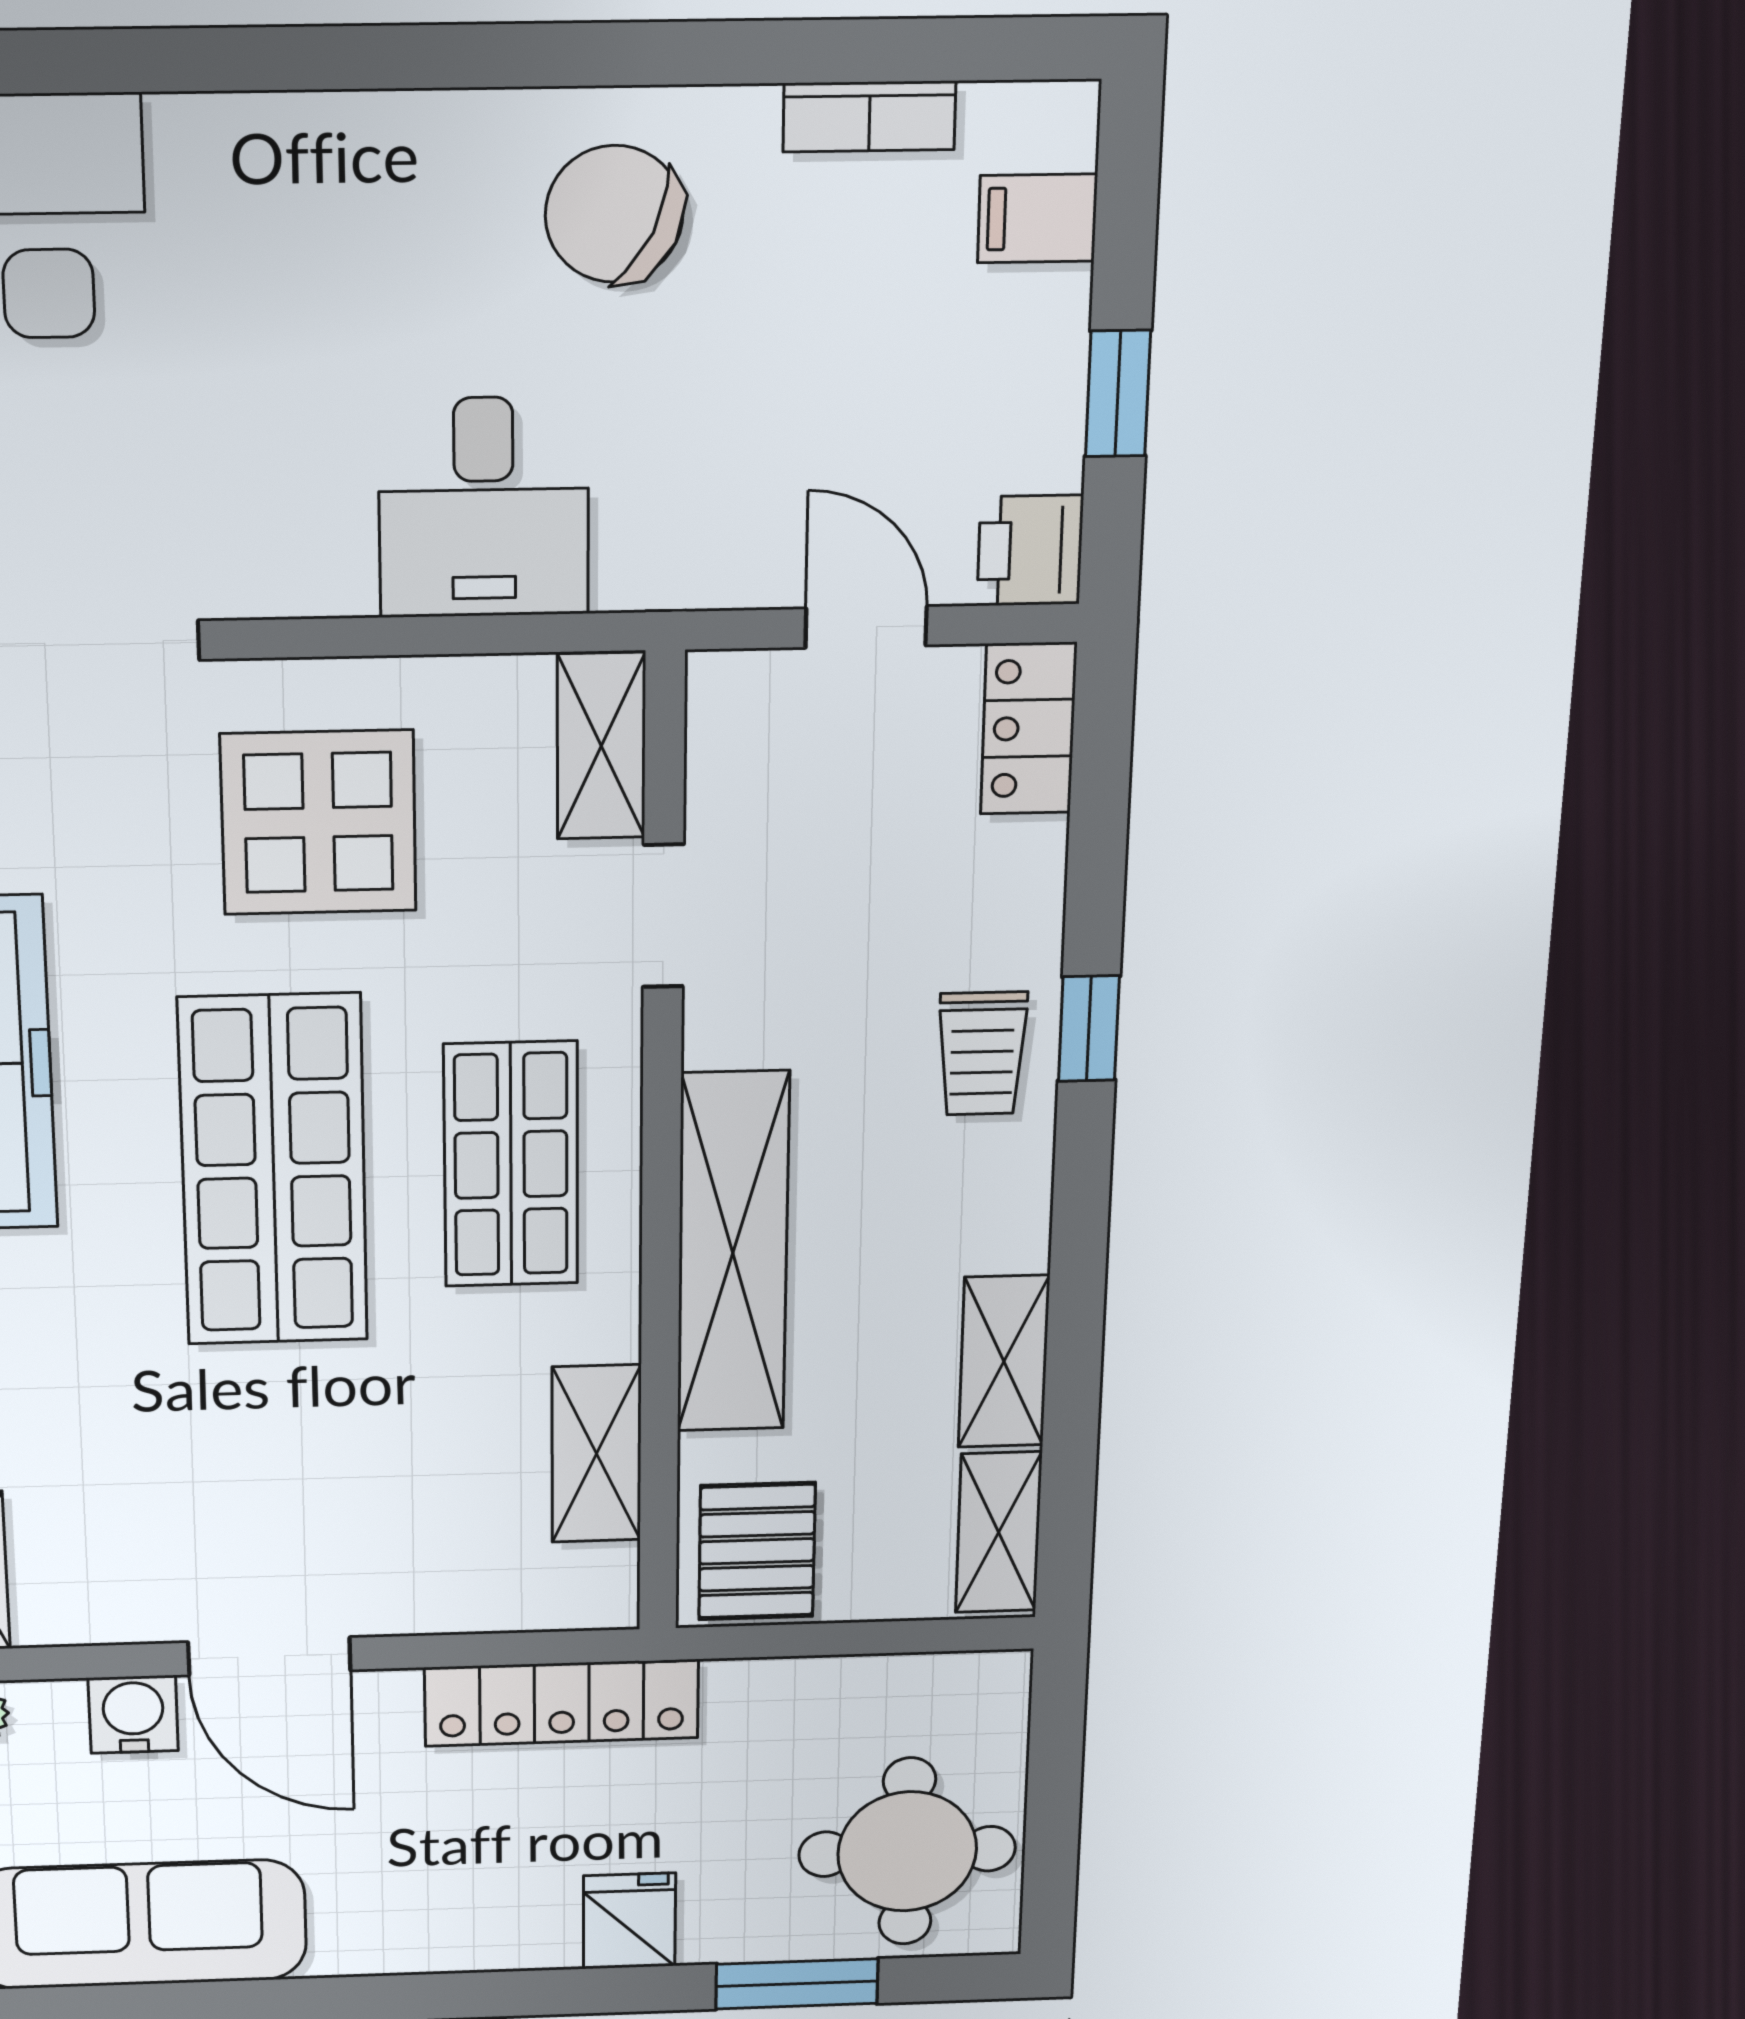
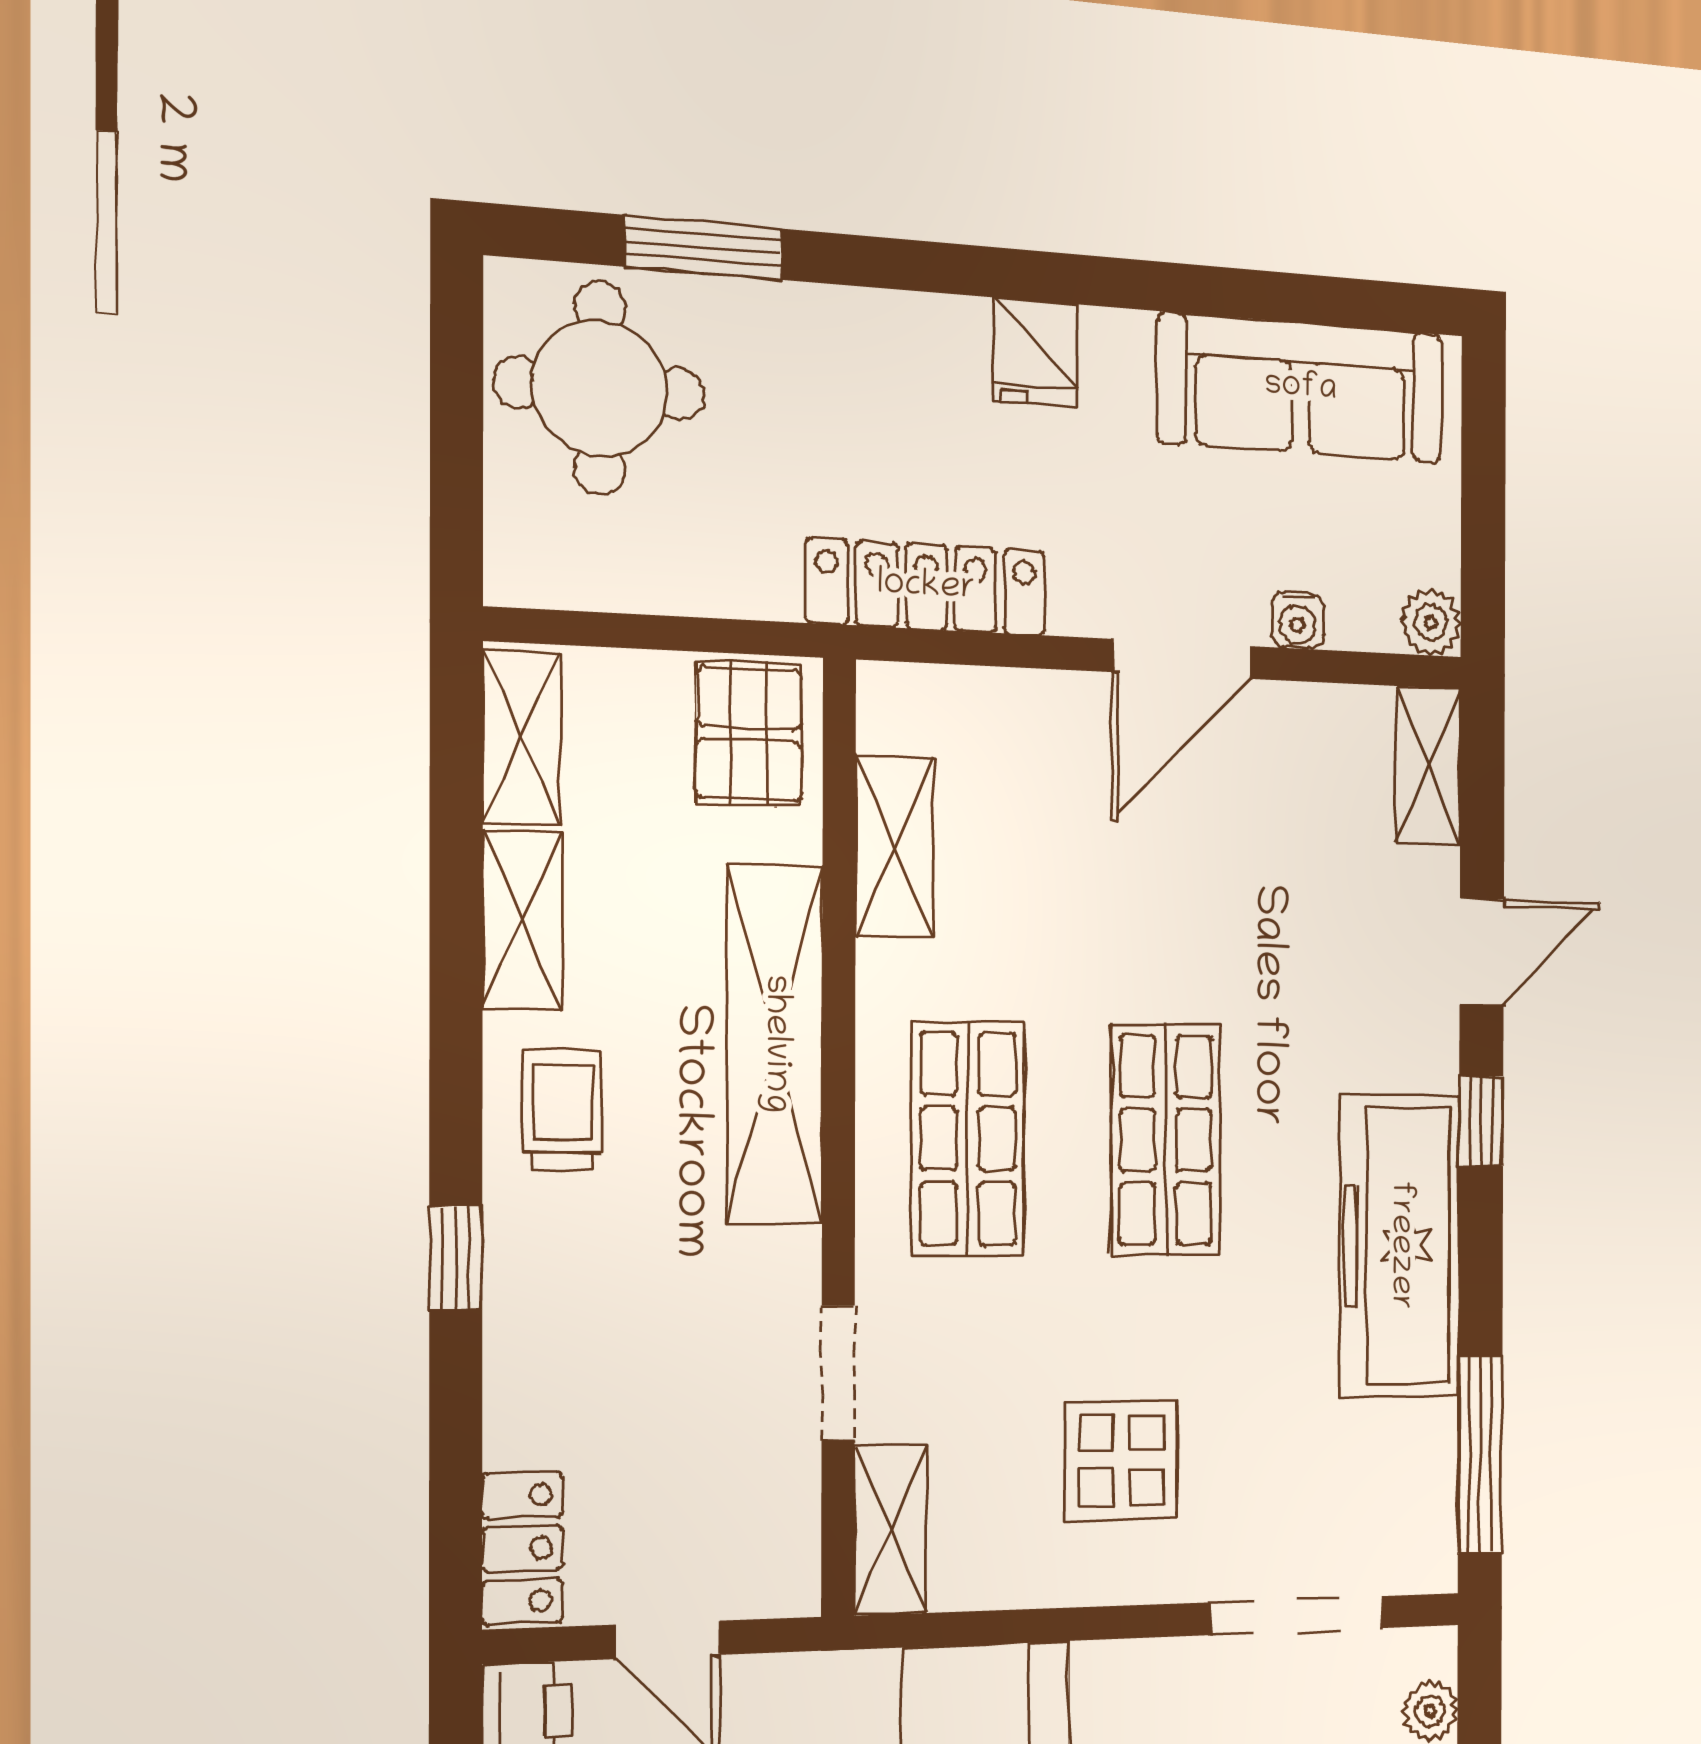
display table: (319, 822) -> (1122, 1460), width x0.73, depth x0.73
trolley: (982, 1053) -> (563, 1110), moved
shop shelf: (273, 1171) -> (1166, 1140), width x0.70, depth x0.74
door: (269, 1656) -> (1181, 659), swing flipped
water cooler: (133, 1714) -> (1298, 620), width x0.72, depth x0.72
fridge: (629, 1921) -> (1036, 353), moved

